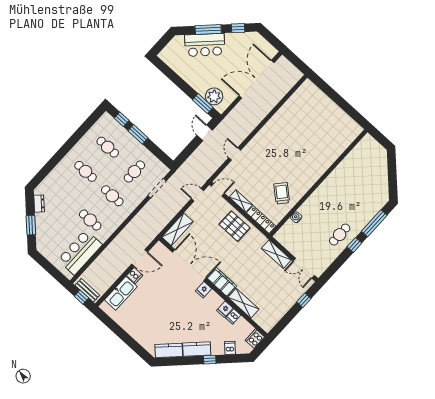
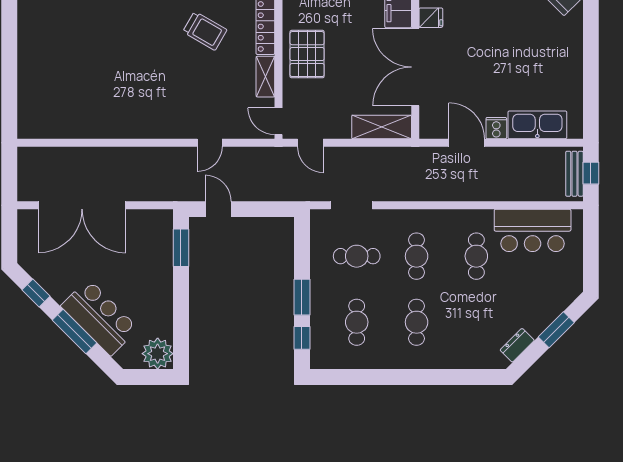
plant: (214, 96) -> (158, 354), moved
door: (205, 133) -> (218, 209), swing flipped
trolley: (282, 193) -> (205, 31), turned -101

